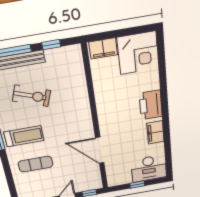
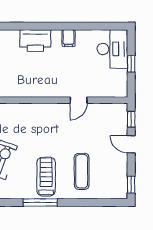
filing cabinet: (155, 132) -> (69, 38), width x0.50
door: (100, 150) -> (79, 100), width x0.53

